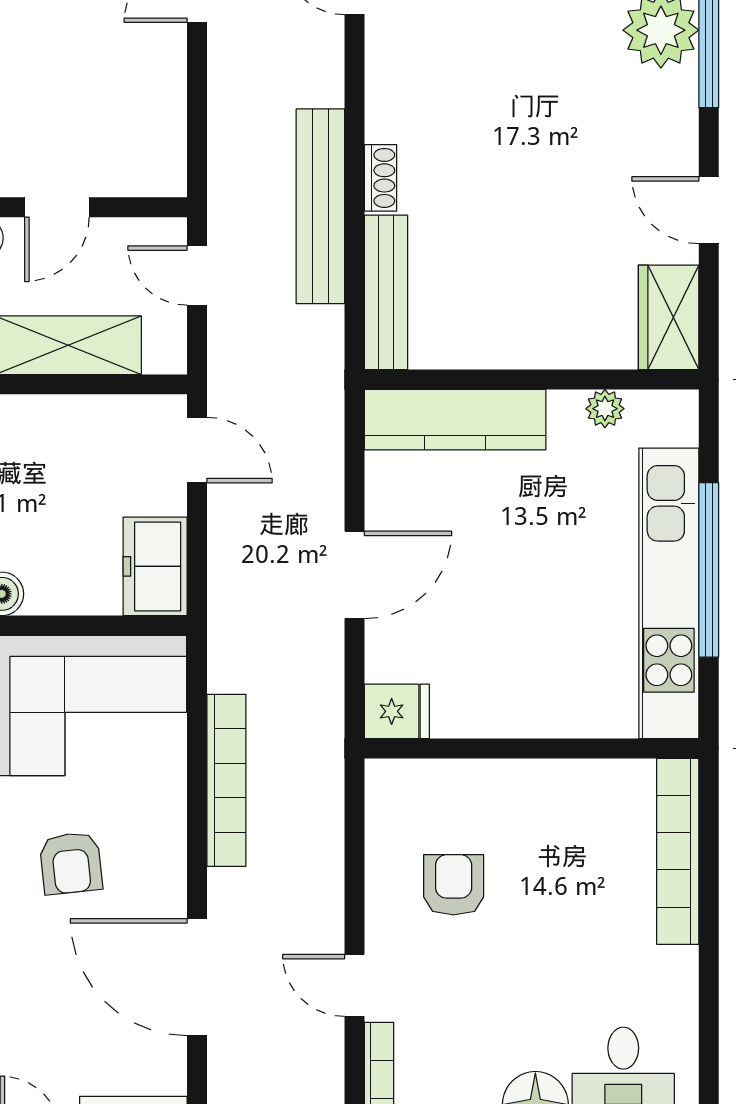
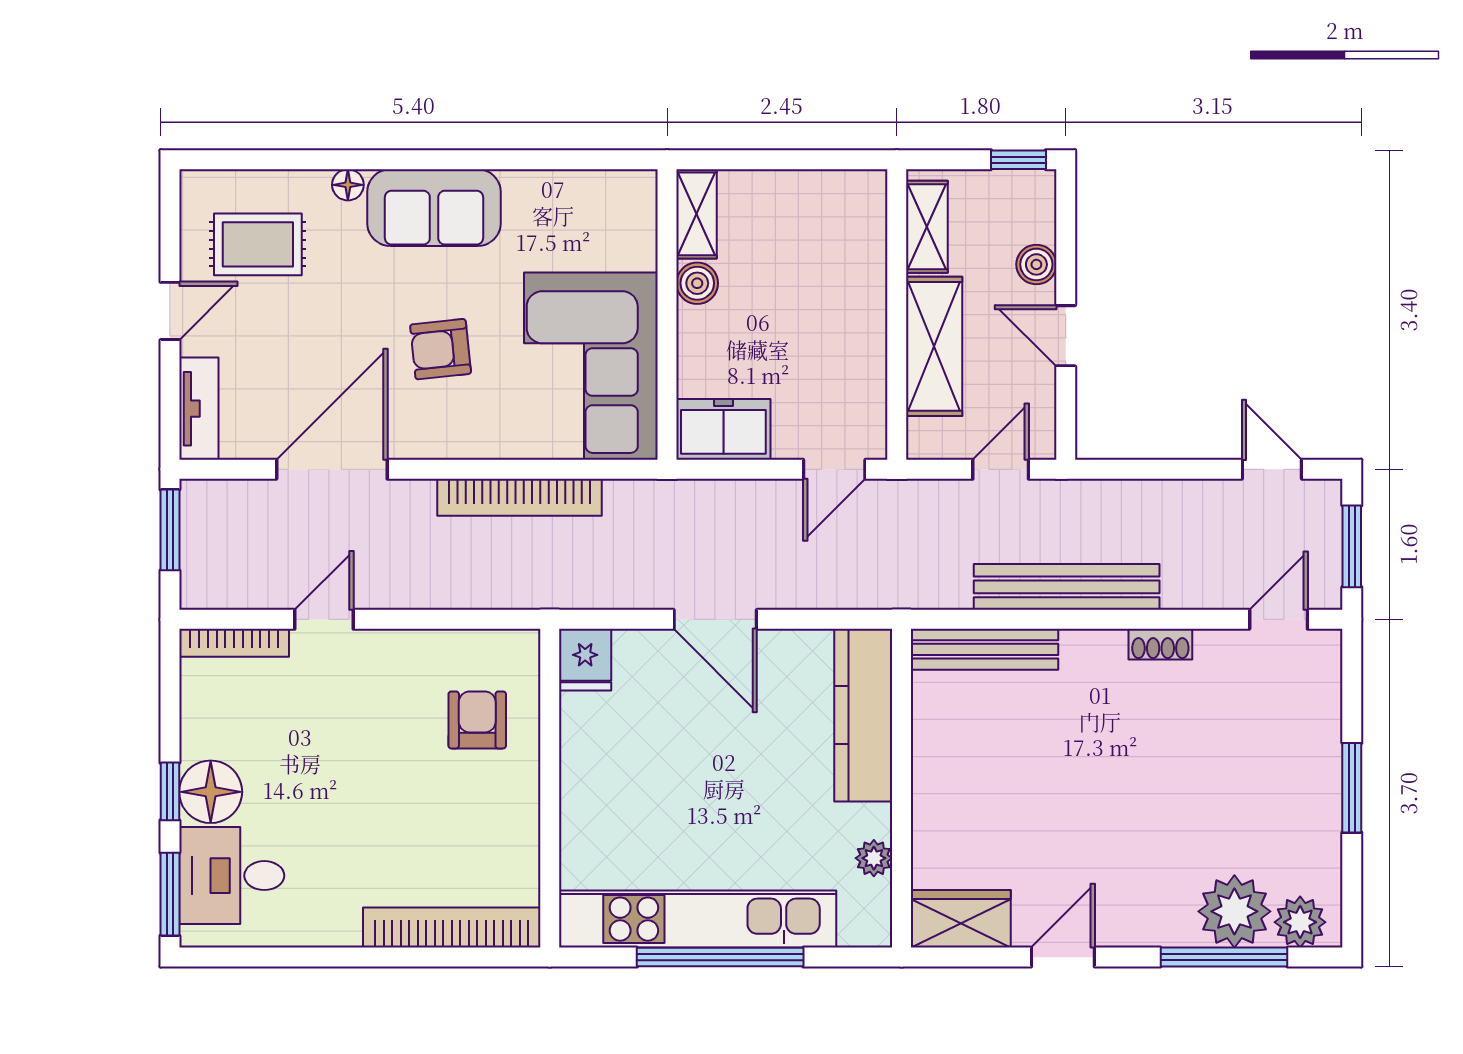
shoe rack: (380, 178) -> (1160, 644), moved
armchair: (454, 885) -> (477, 720), moved, turned -90

